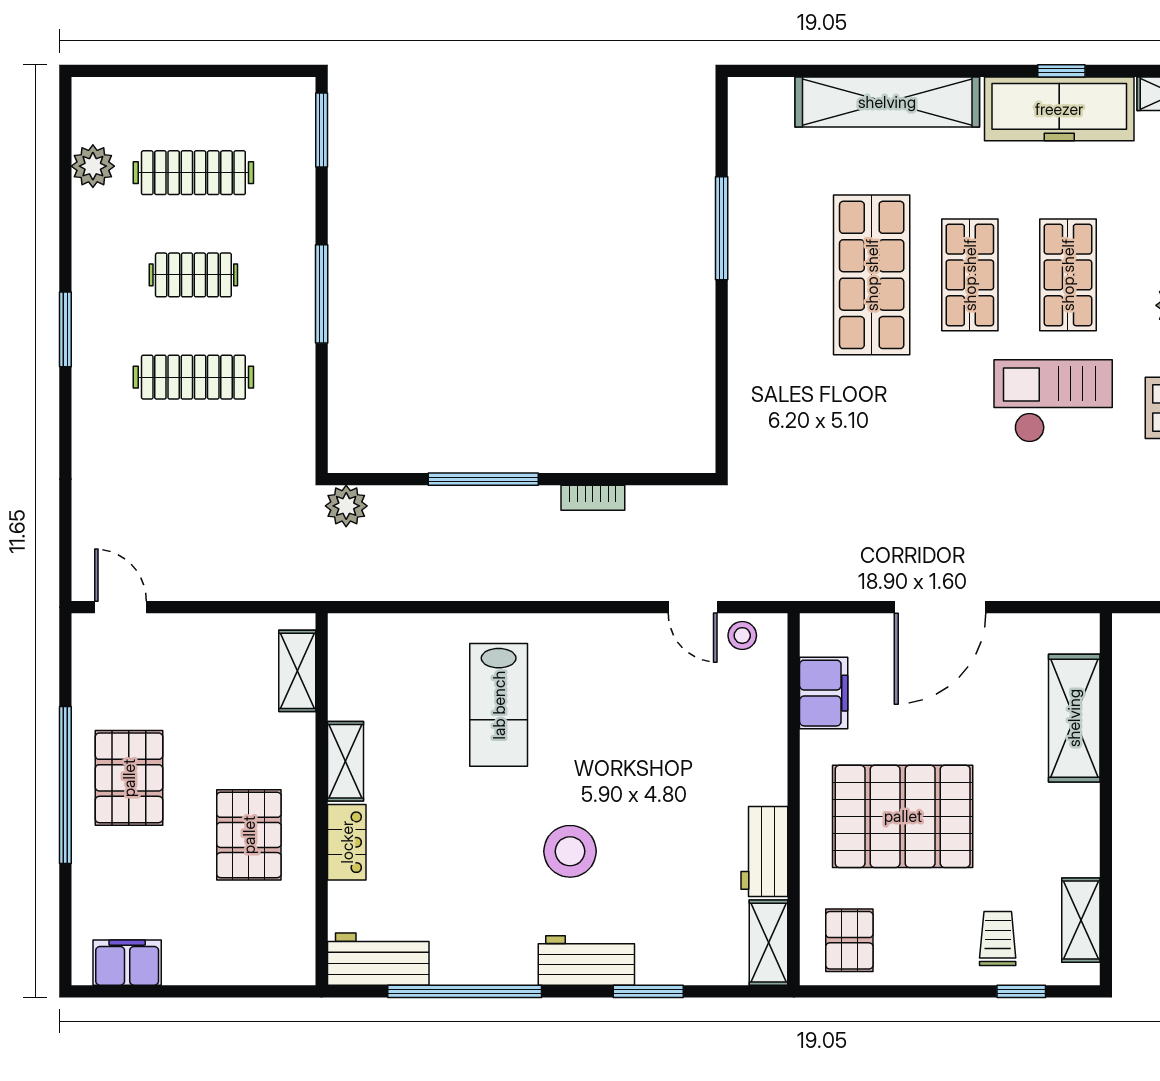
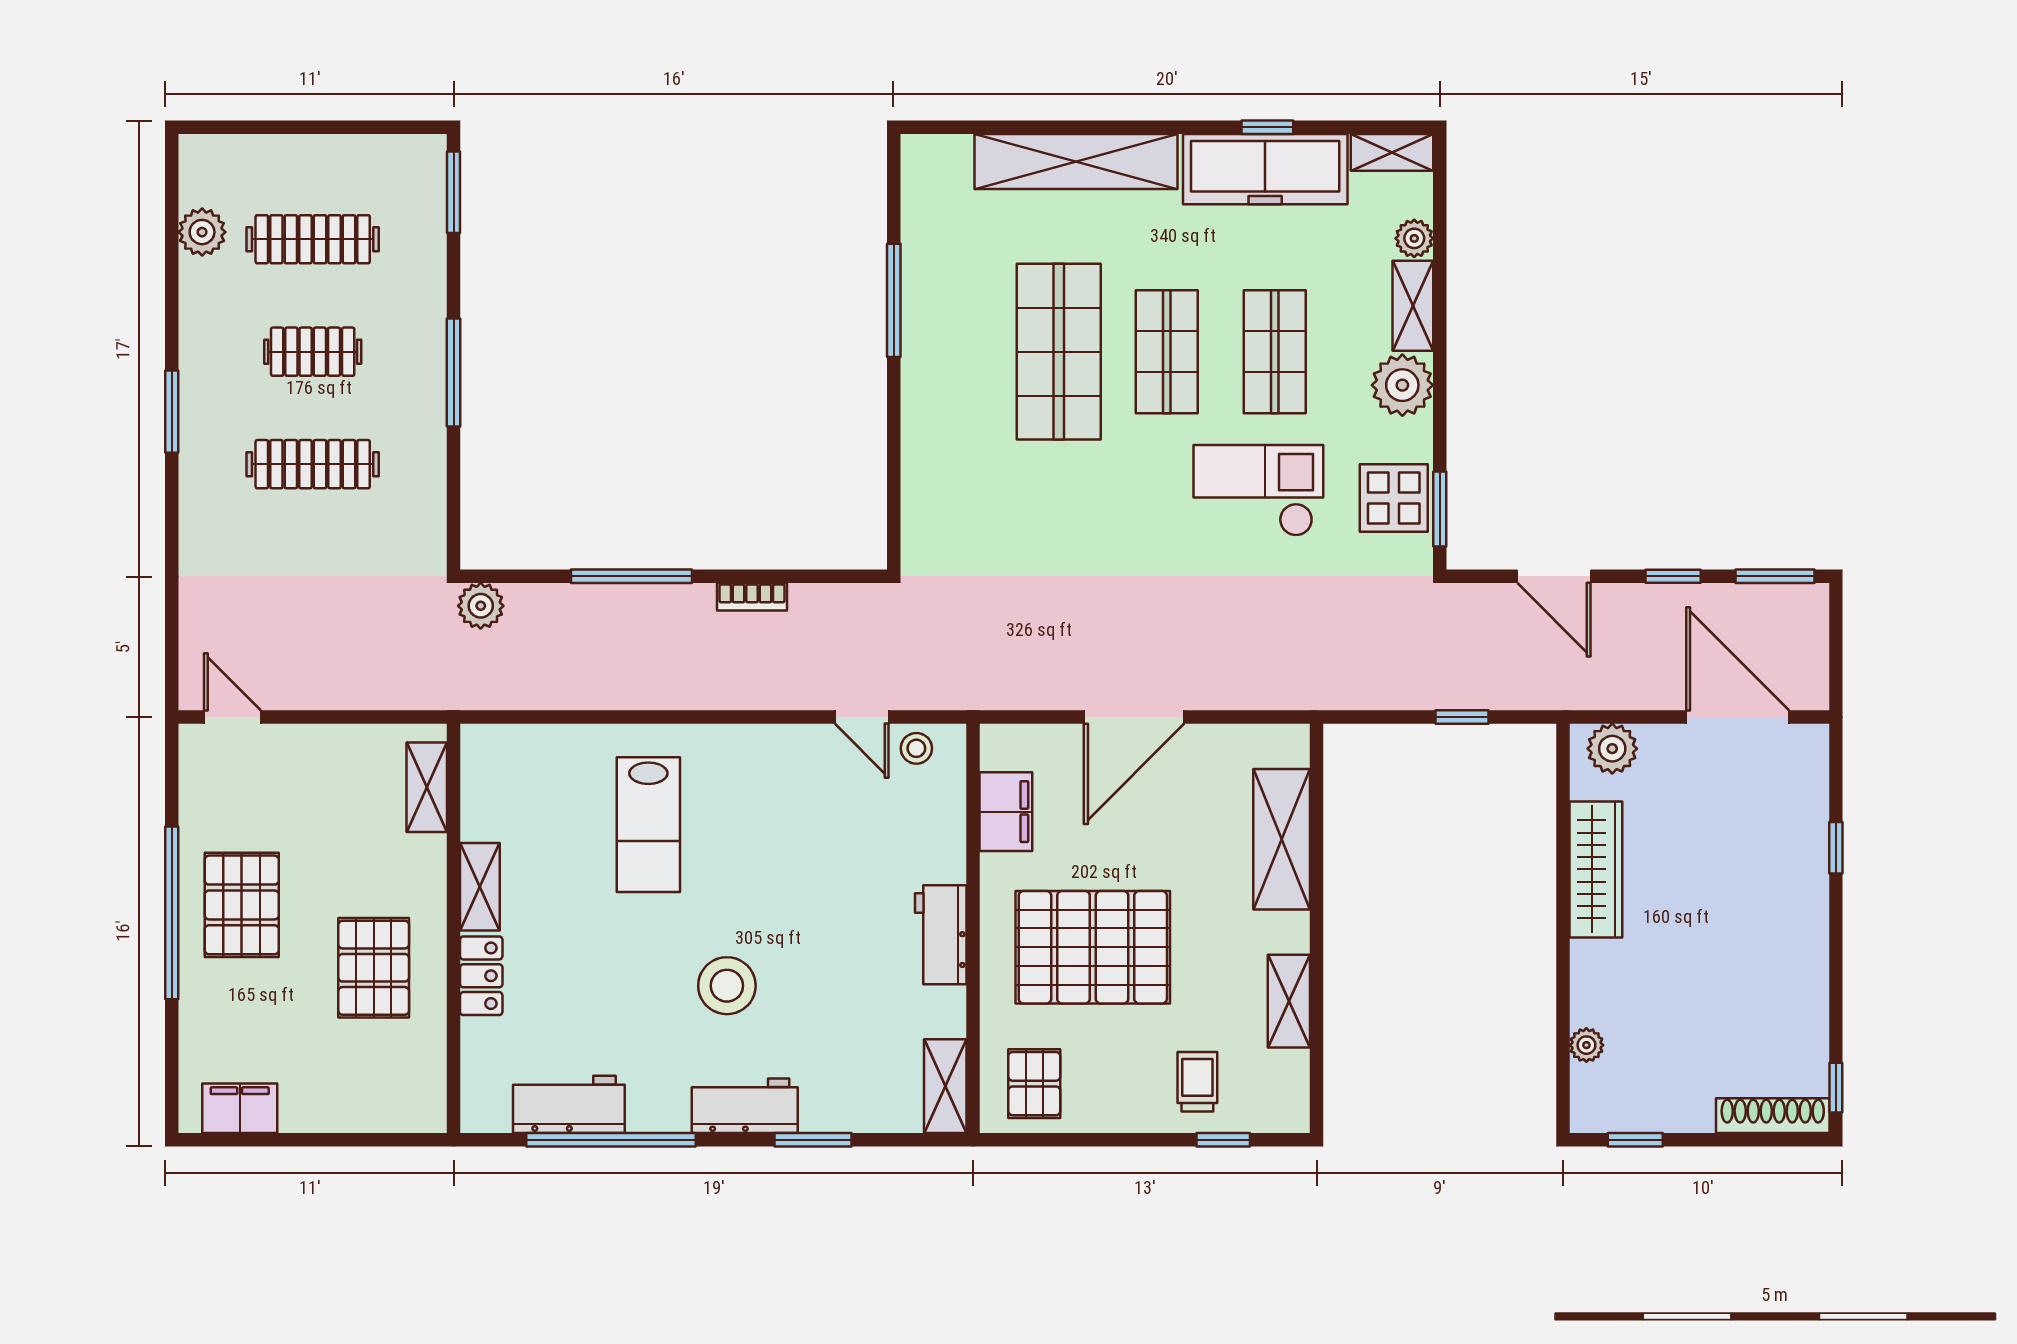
workbench: (764, 852) -> (941, 935), moved
shelving: (1081, 920) -> (1289, 1001), moved
workbench: (378, 959) -> (569, 1104), moved

